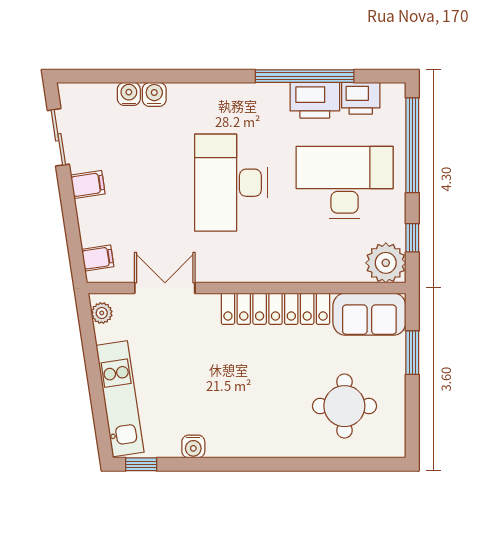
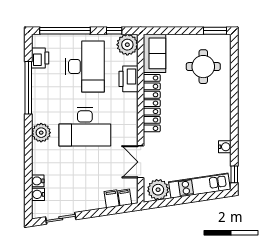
water cooler: (154, 94) -> (38, 194), moved
plant: (220, 100) -> (41, 133), added
printer: (315, 100) -> (129, 79), moved, turned 180
desk: (345, 183) -> (85, 67), turned 180
filing cabinet: (88, 185) -> (112, 199), moved
plant: (102, 313) -> (158, 190), width x1.87, depth x1.87
window: (412, 353) -> (215, 31), moved

